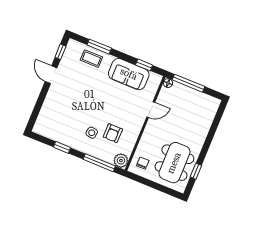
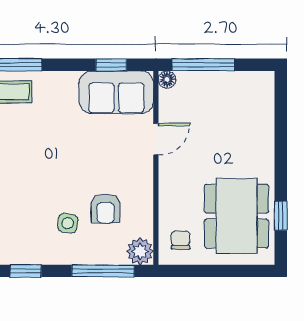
sofa: (129, 74) -> (116, 92), moved

